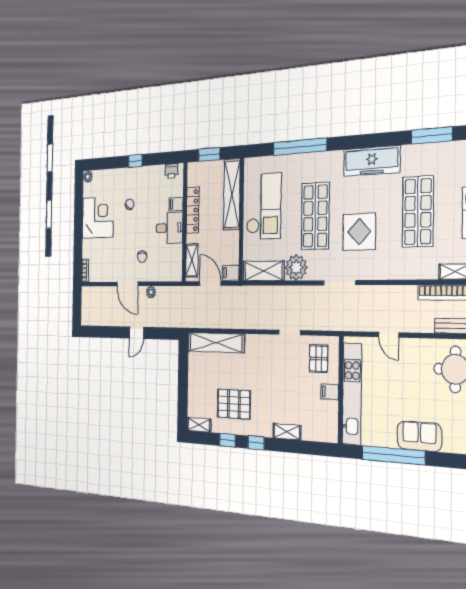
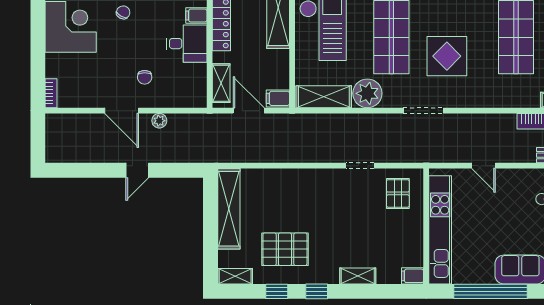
shelving: (216, 343) -> (229, 209), moved, turned 90
filing cabinet: (330, 392) -> (412, 276), moved

